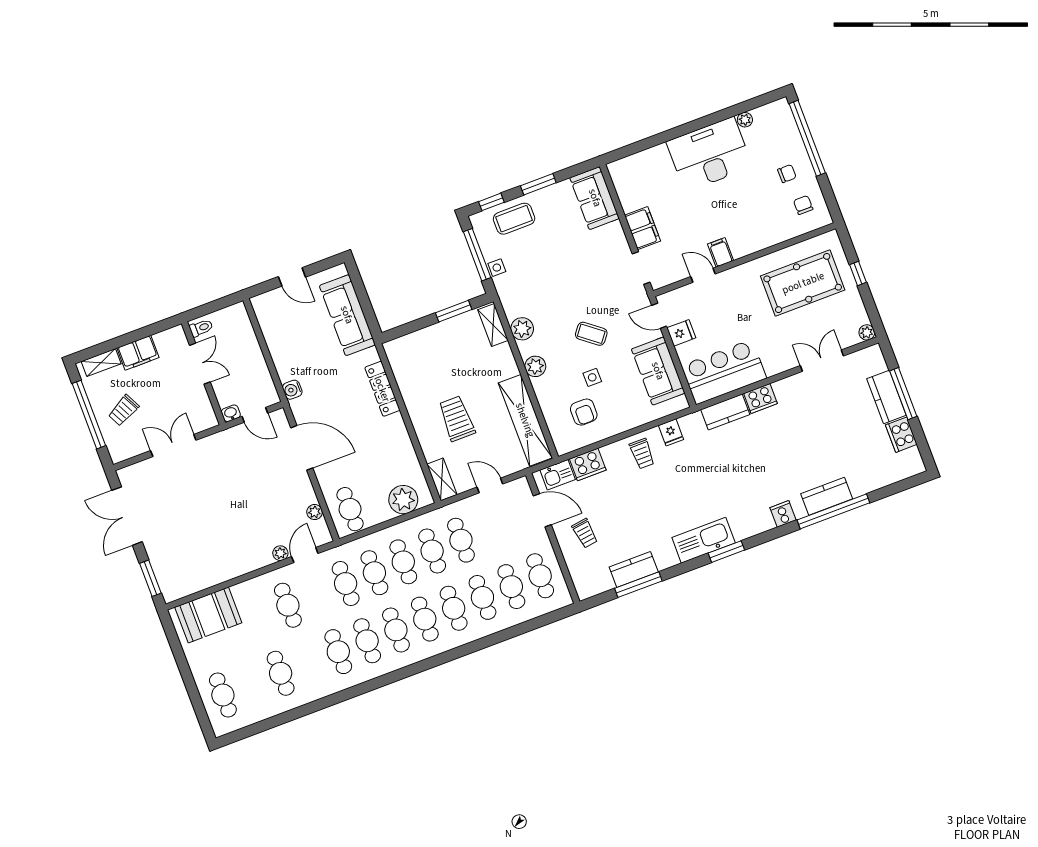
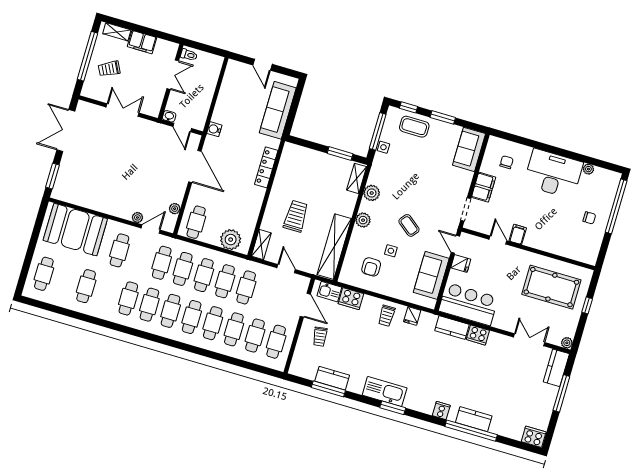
chair: (803, 205) -> (507, 162), moved
kitchen counter: (886, 397) -> (556, 368), moved
cooker: (901, 435) -> (534, 437), moved, turned 90
booth: (208, 615) -> (75, 230), width x1.36, depth x1.42

